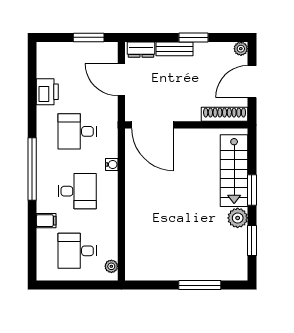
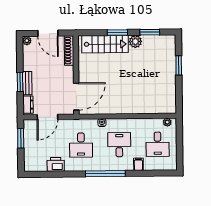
window: (194, 37) -> (20, 82), moved
window: (200, 285) -> (179, 65), width x0.69

